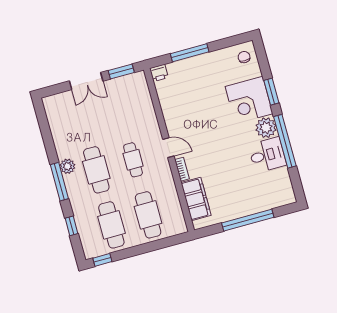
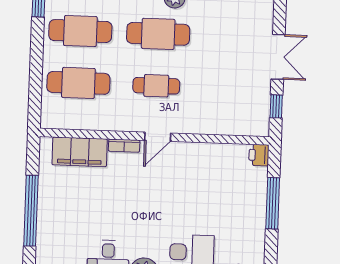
window: (121, 71) -> (276, 106), width x0.67
double door: (86, 81) -> (278, 57), swing flipped

